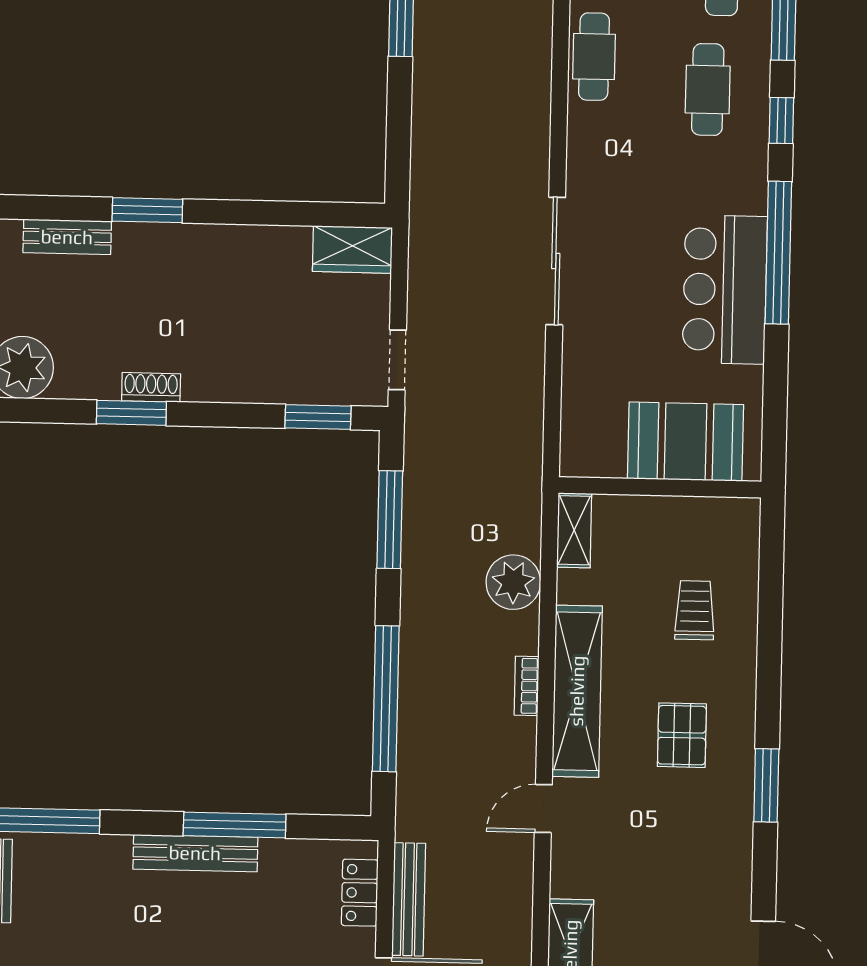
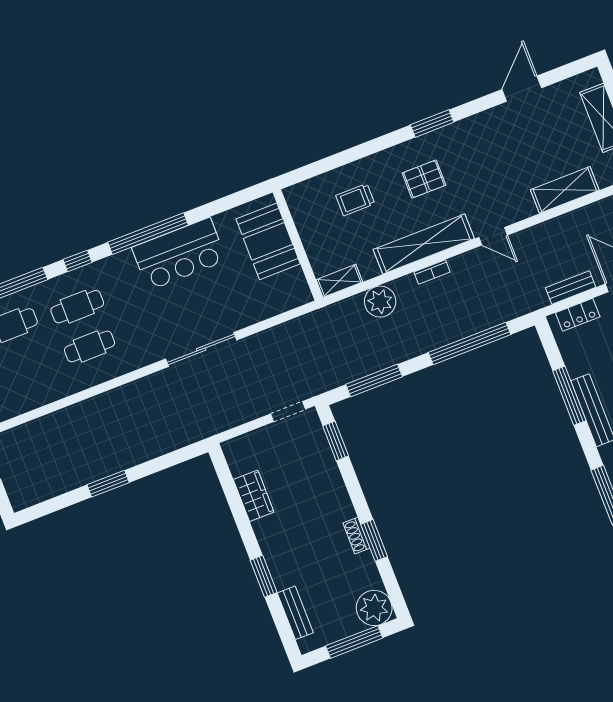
cafe table: (594, 57) -> (90, 346), moved
wardrobe: (352, 249) -> (254, 496), moved
bench: (409, 899) -> (571, 287), width x0.73

